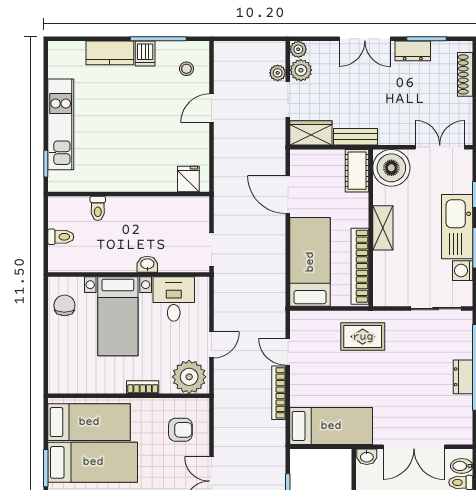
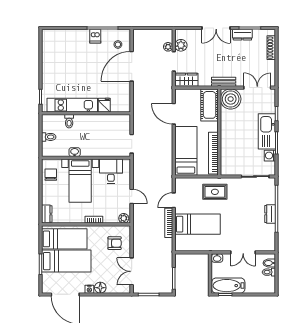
plant: (298, 49) -> (179, 34), removed
kitchen counter: (110, 53) -> (76, 36), removed
door: (211, 108) -> (132, 66), width x1.88
kitchen unit: (61, 124) -> (72, 105), moved, turned -90
bench: (355, 137) -> (224, 82), moved
cot: (357, 171) -> (210, 105), width x1.37, depth x1.34
fridge: (188, 179) -> (104, 105), moved
shelving: (383, 228) -> (226, 132), removed
washbasin: (147, 264) -> (75, 152), moved
door: (211, 345) -> (132, 196), hinge flipped
door: (288, 352) -> (174, 200), hinge flipped
dresser: (57, 377) -> (47, 214), added
plant: (189, 377) -> (124, 218), width x0.53, depth x0.53
bed: (331, 426) -> (198, 224), moved
double door: (414, 447) -> (243, 252), width x0.73

